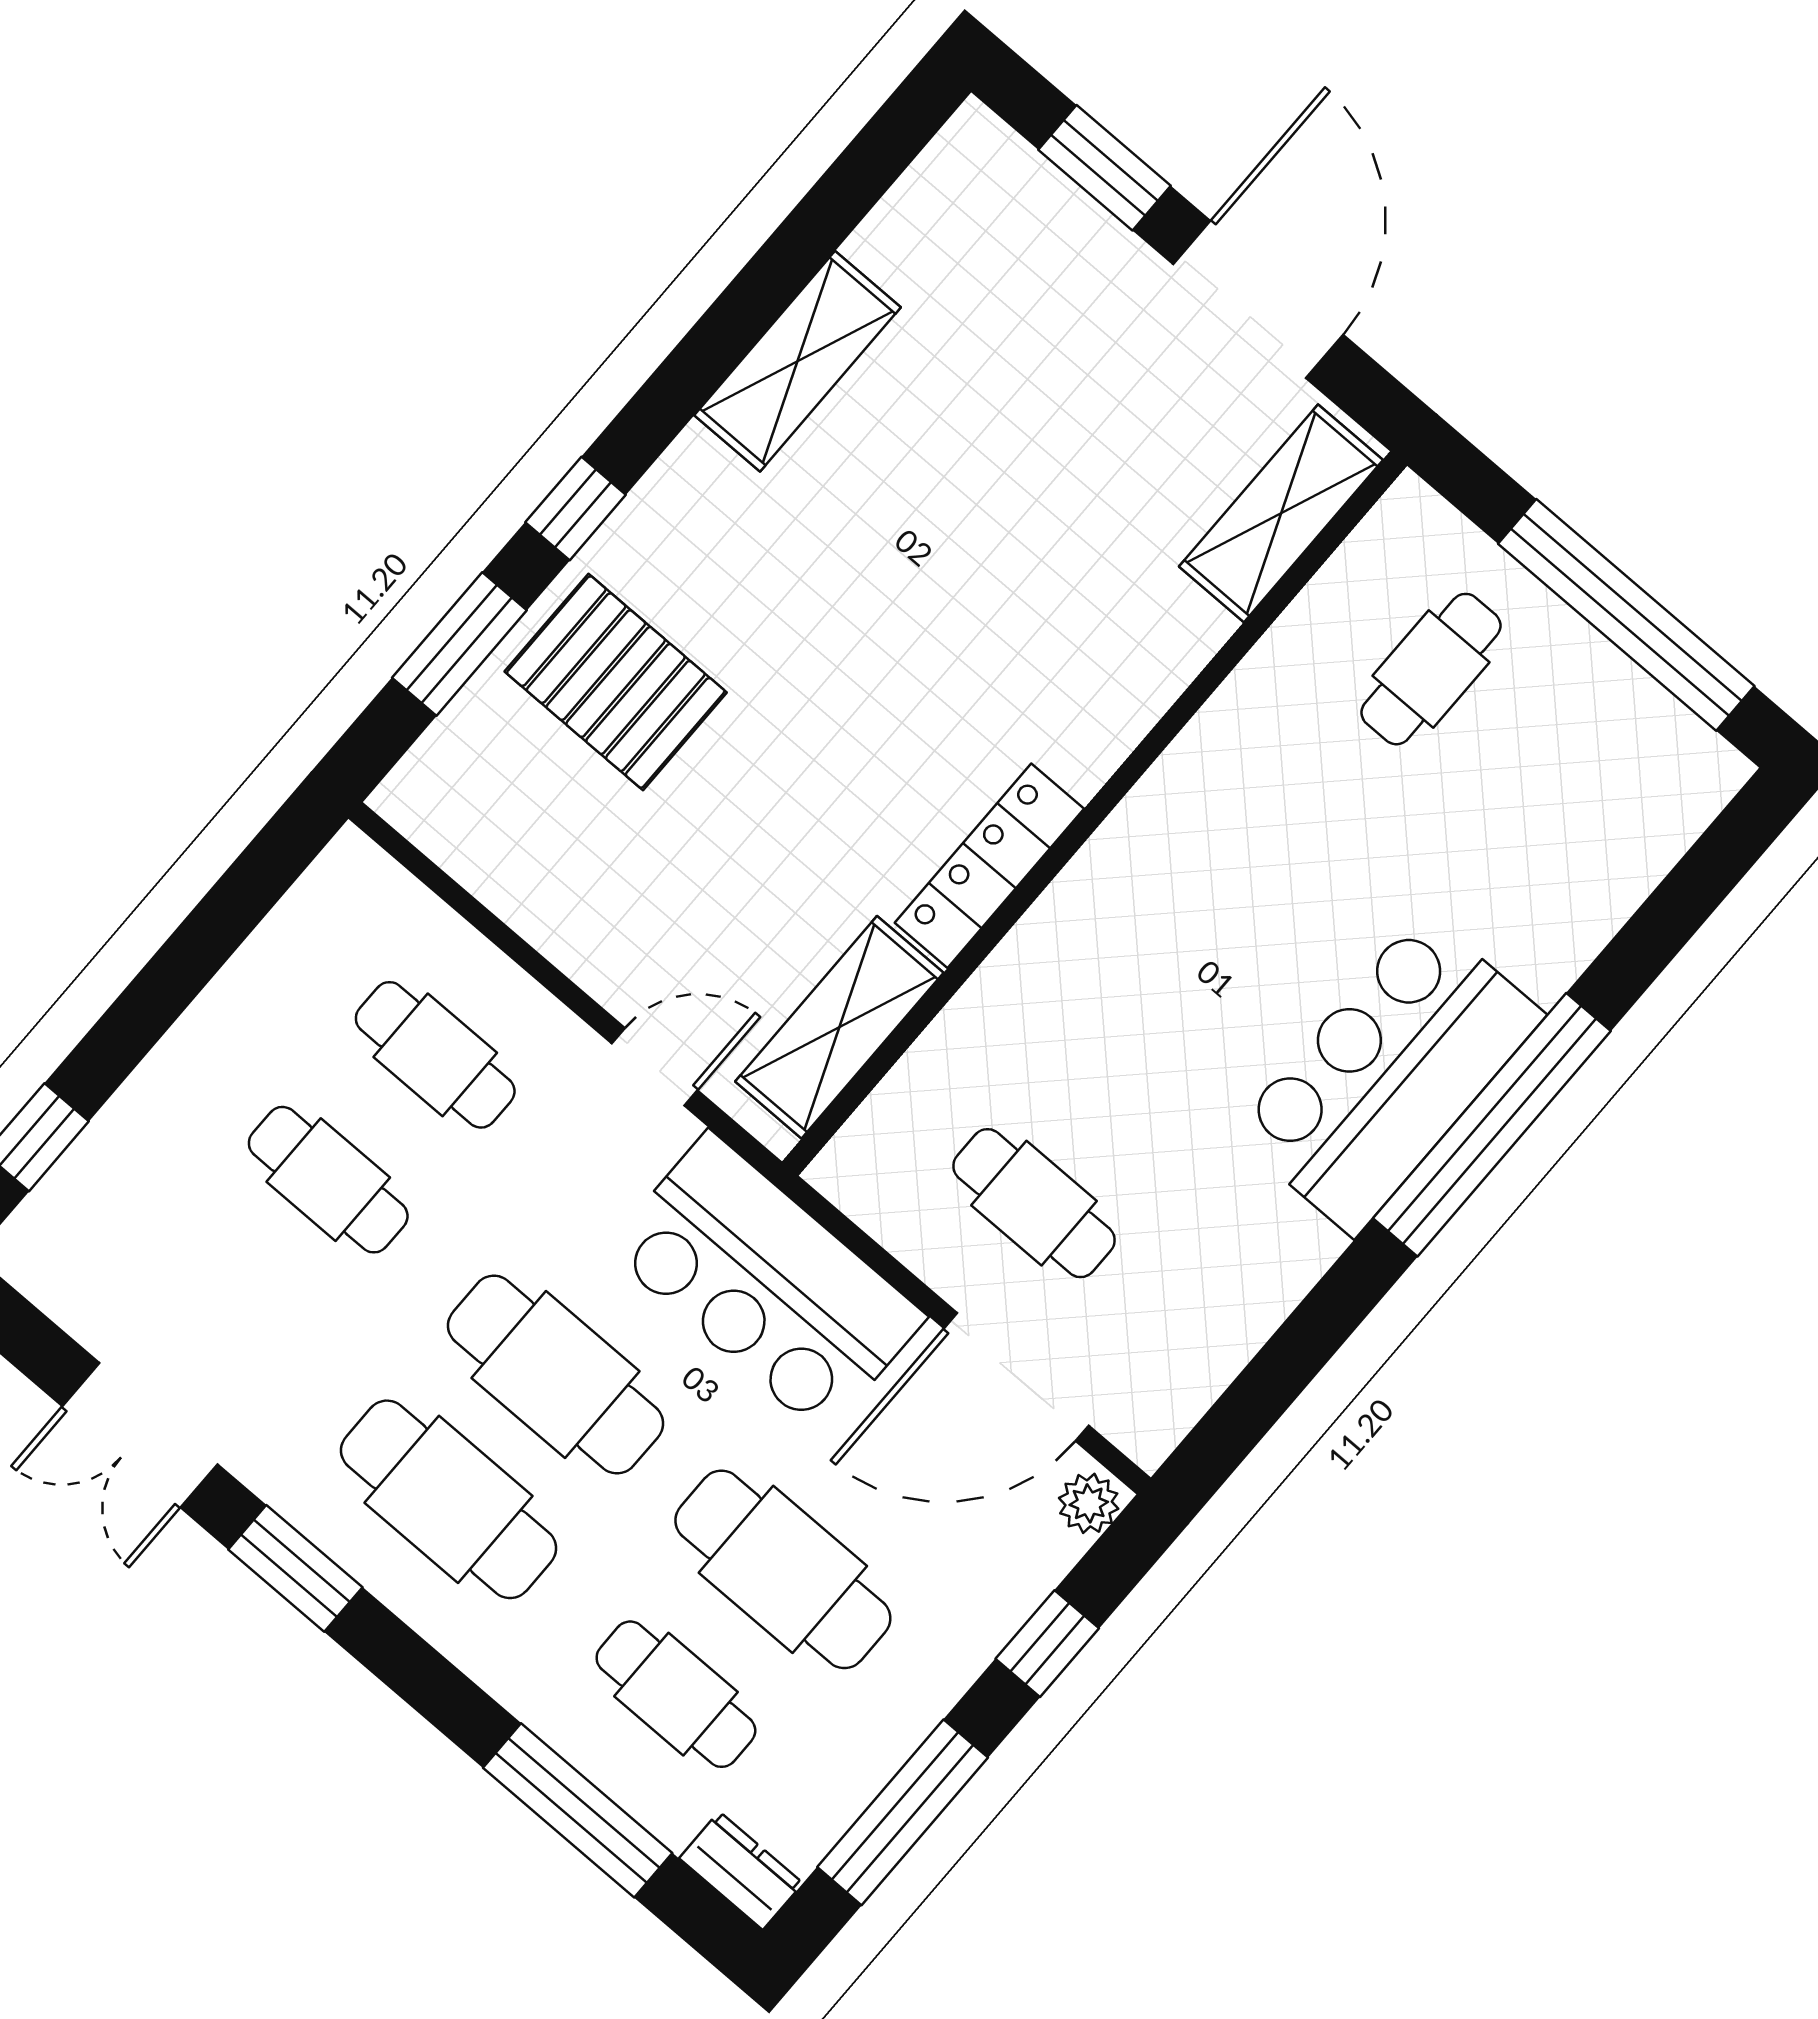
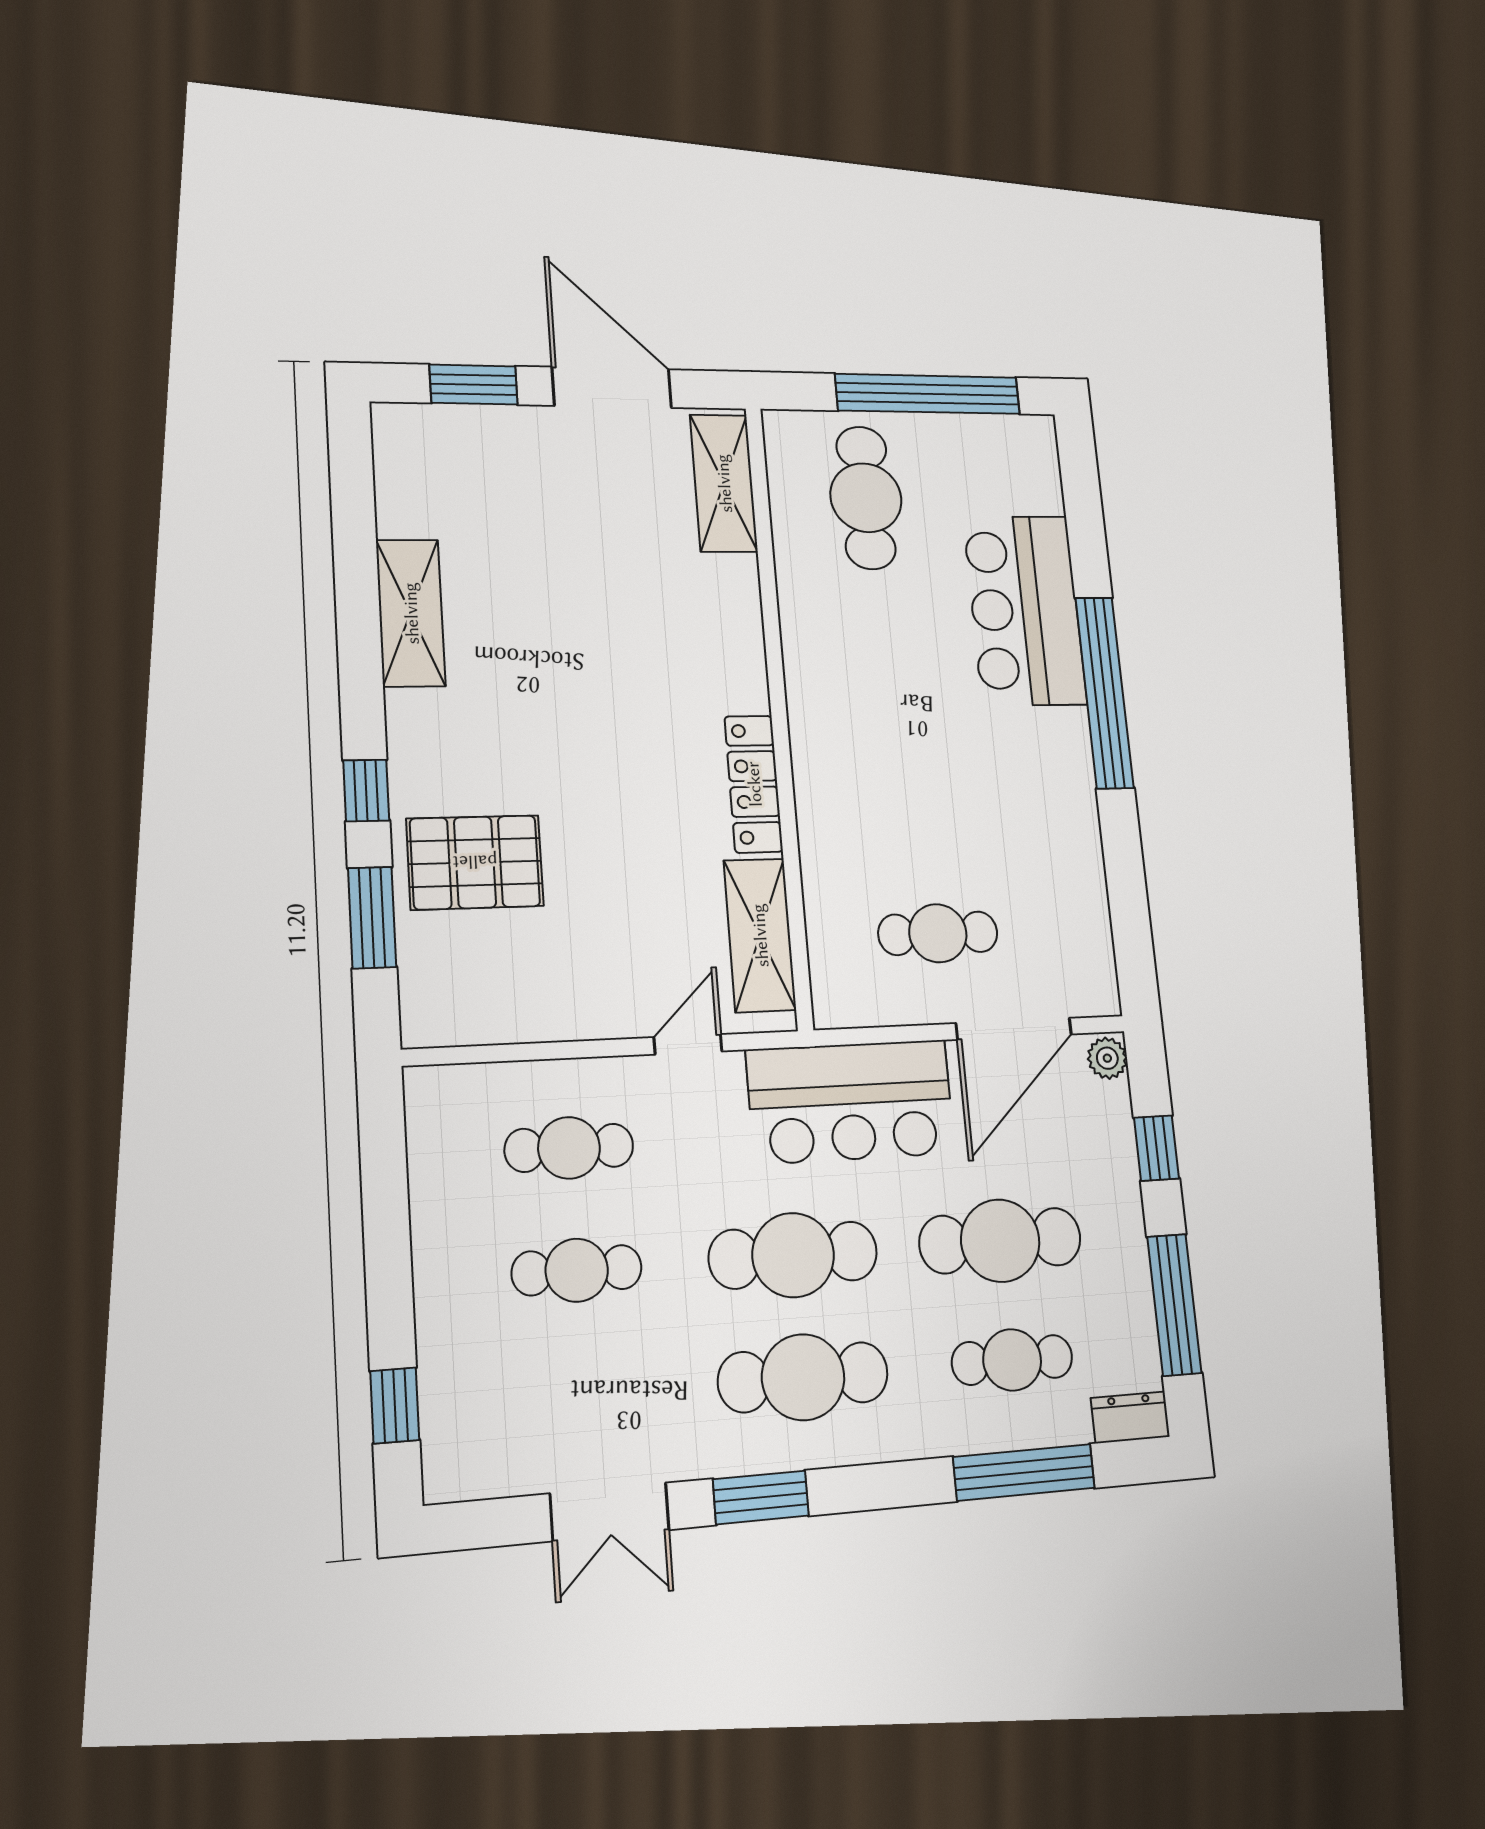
cafe table: (1431, 669) -> (866, 498), width x1.37, depth x1.35
bar counter: (1388, 1074) -> (1025, 610), moved

